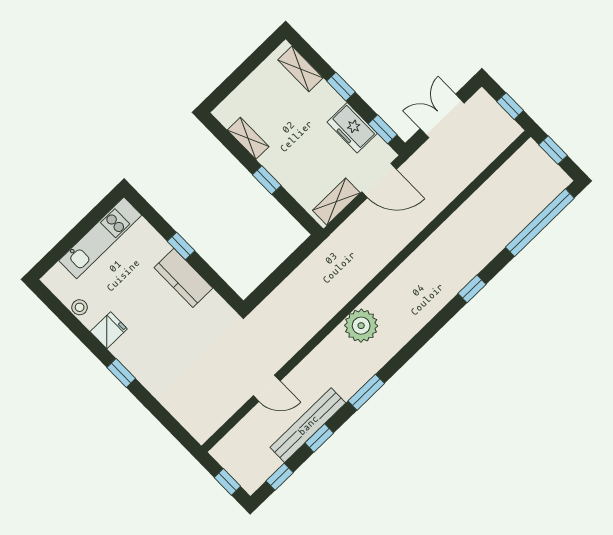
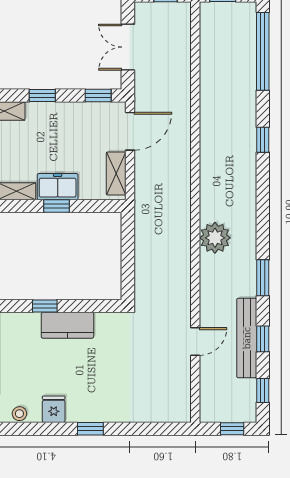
freezer: (352, 128) -> (58, 187), moved, turned 180

